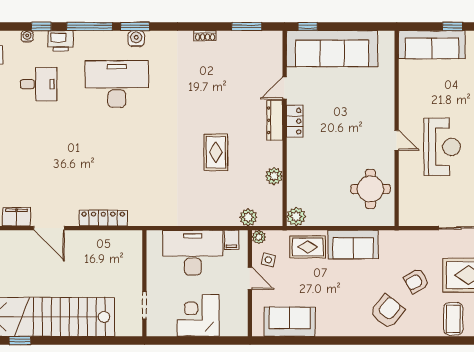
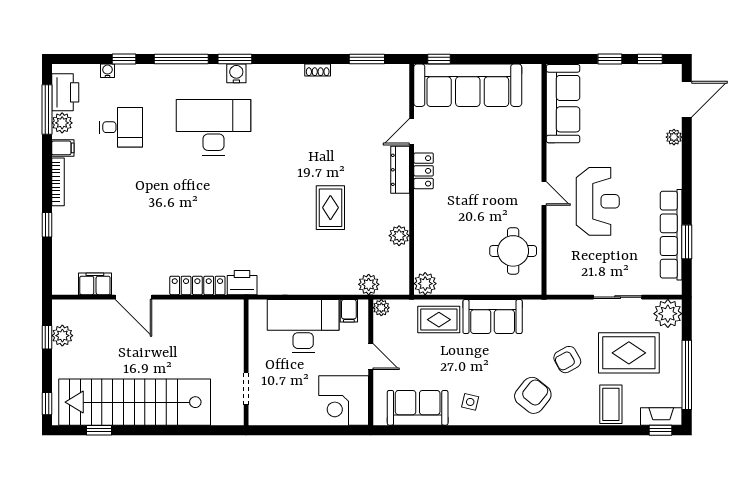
printer: (61, 41) -> (242, 283), moved, turned 180
sofa: (432, 45) -> (563, 104), moved, turned -90
side table: (268, 260) -> (470, 402), moved
corner desk: (198, 316) -> (344, 400), moved, turned -90

